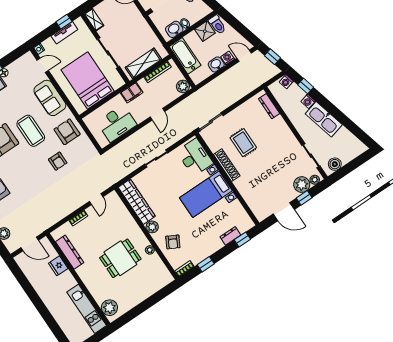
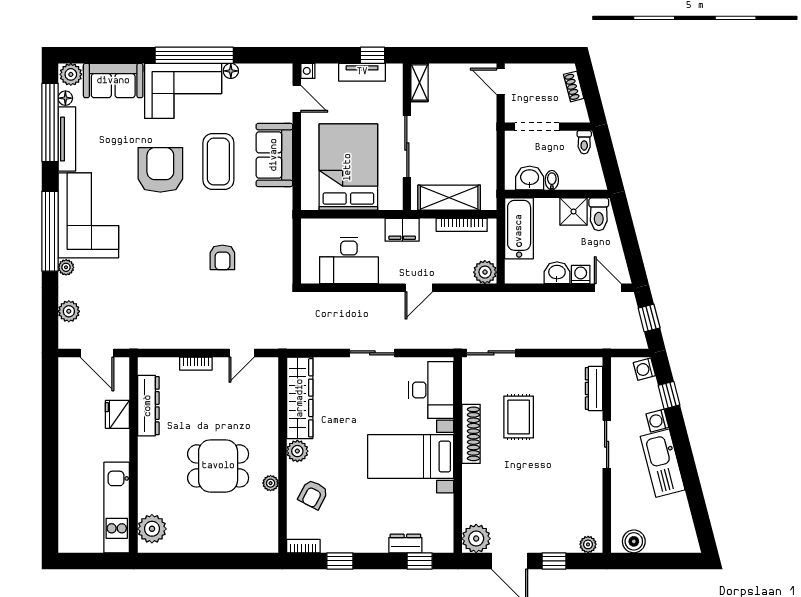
coffee table: (31, 131) -> (218, 162), moved
armchair: (67, 132) -> (266, 223), removed
sliding door: (311, 156) -> (607, 444), moved
plant: (302, 184) -> (476, 539), moved

